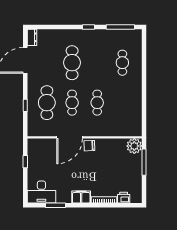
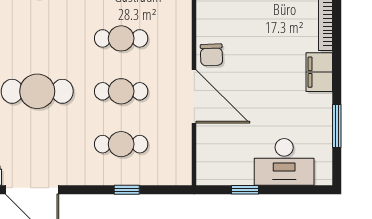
cafe table: (47, 103) -> (121, 144), width x0.73, depth x0.74
desk: (41, 192) -> (284, 162), moved, turned 90

